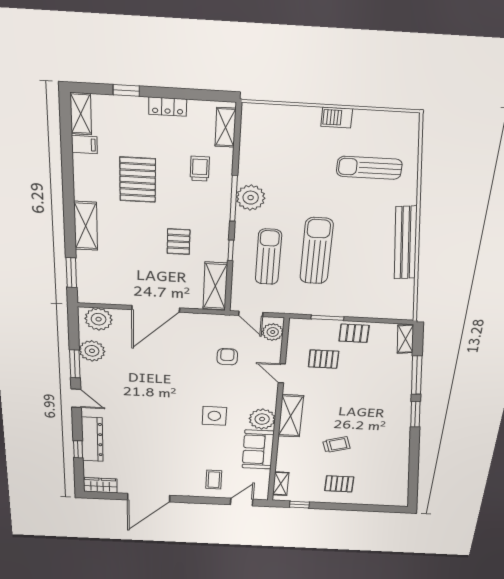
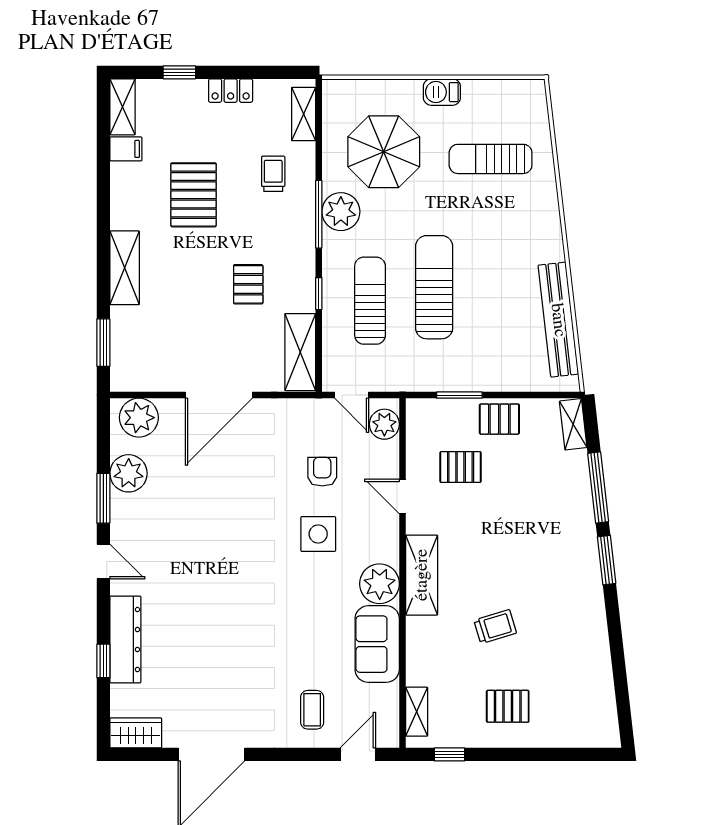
parasol: (287, 158) -> (384, 152), added
bench: (406, 243) -> (558, 320), moved
side table: (214, 416) -> (318, 534), moved

